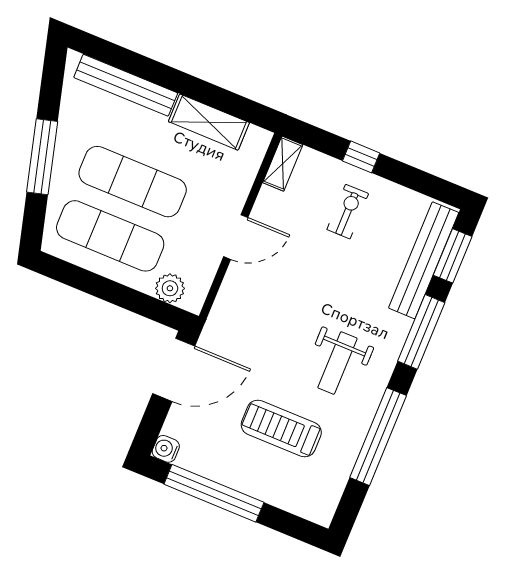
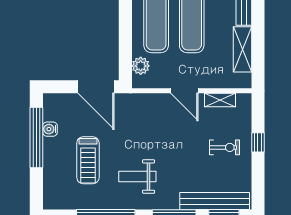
shelving: (283, 164) -> (220, 100), moved
treadmill: (281, 428) -> (88, 160), turned 180
water cooler: (166, 449) -> (50, 129), moved, turned -90

